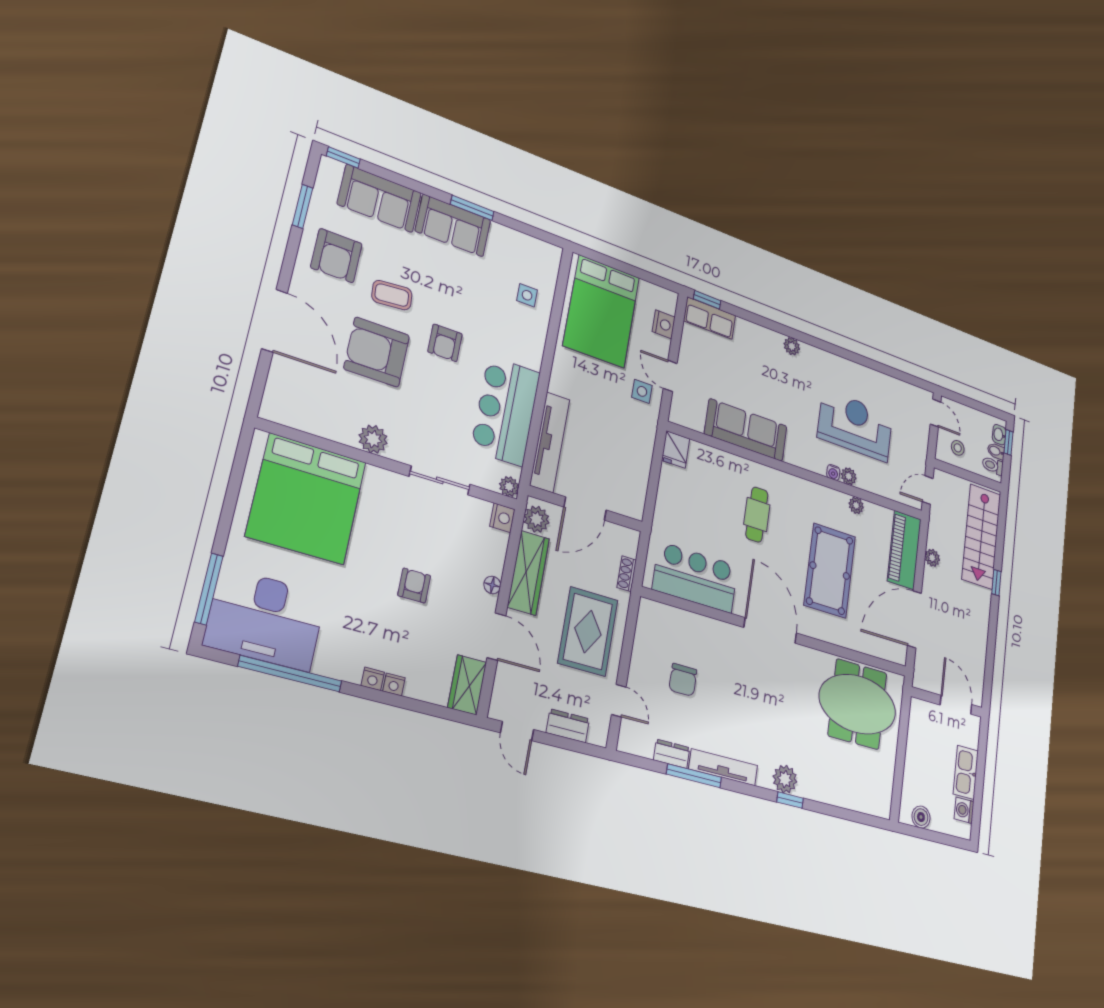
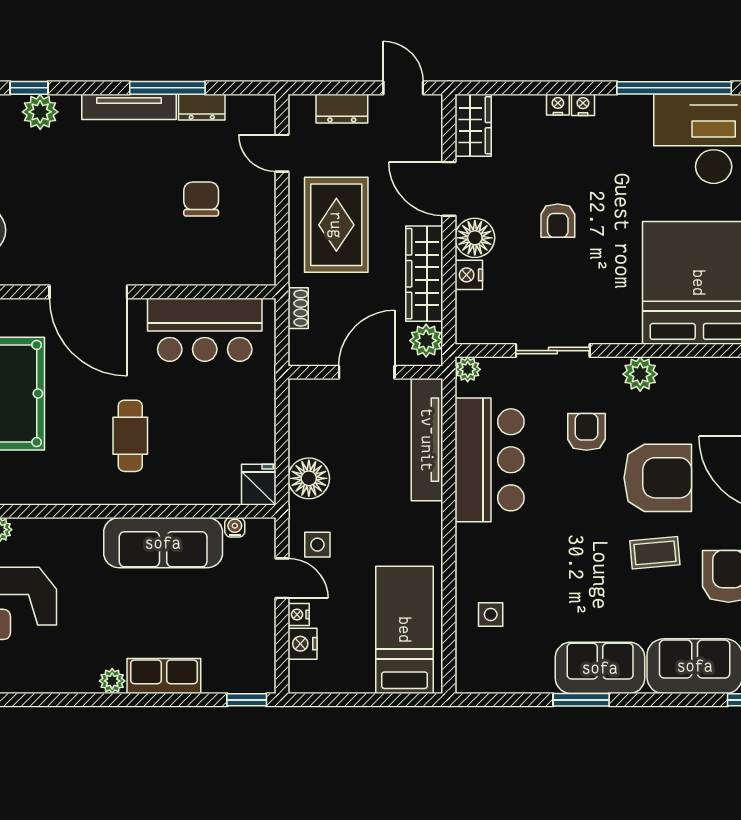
bed: (601, 311) -> (405, 630), width x0.67
row of seats: (710, 318) -> (164, 676), moved
armchair: (445, 343) -> (586, 432), moved
nightstand: (663, 346) -> (299, 615), added
floor lamp: (640, 442) -> (309, 478), added
water cooler: (833, 472) -> (235, 527), moved
nightstand: (502, 518) -> (469, 275), moved
floor lamp: (492, 585) -> (475, 238), width x1.89, depth x1.89

